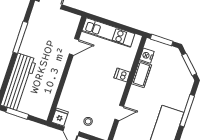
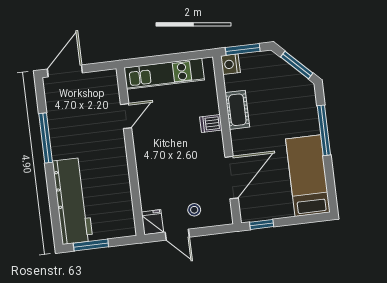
nightstand: (147, 56) -> (230, 64), moved
door: (119, 113) -> (232, 178), width x1.87

